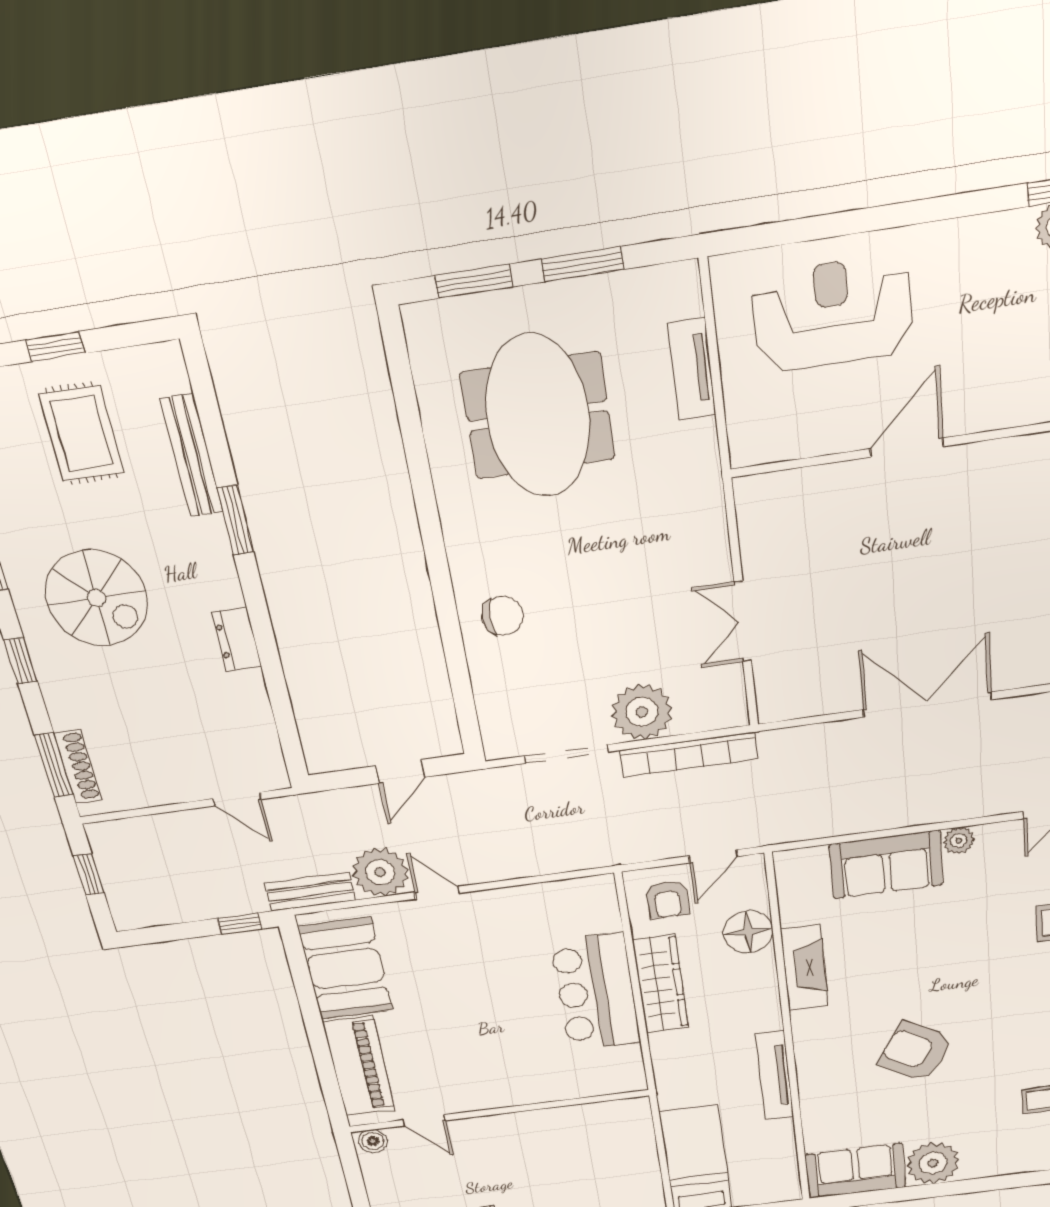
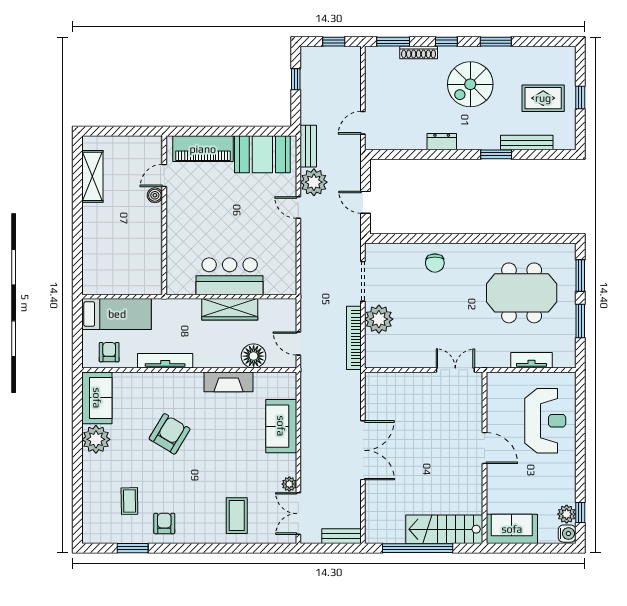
double door: (743, 622) -> (455, 370), moved
shoe rack: (78, 767) -> (419, 52), moved
plant: (959, 841) -> (289, 484), moved
door: (437, 893) -> (298, 208), swing flipped
armchair: (667, 899) -> (109, 352), moved, turned 90
window: (240, 923) -> (296, 79), moved
boiler: (373, 1141) -> (155, 195), moved

